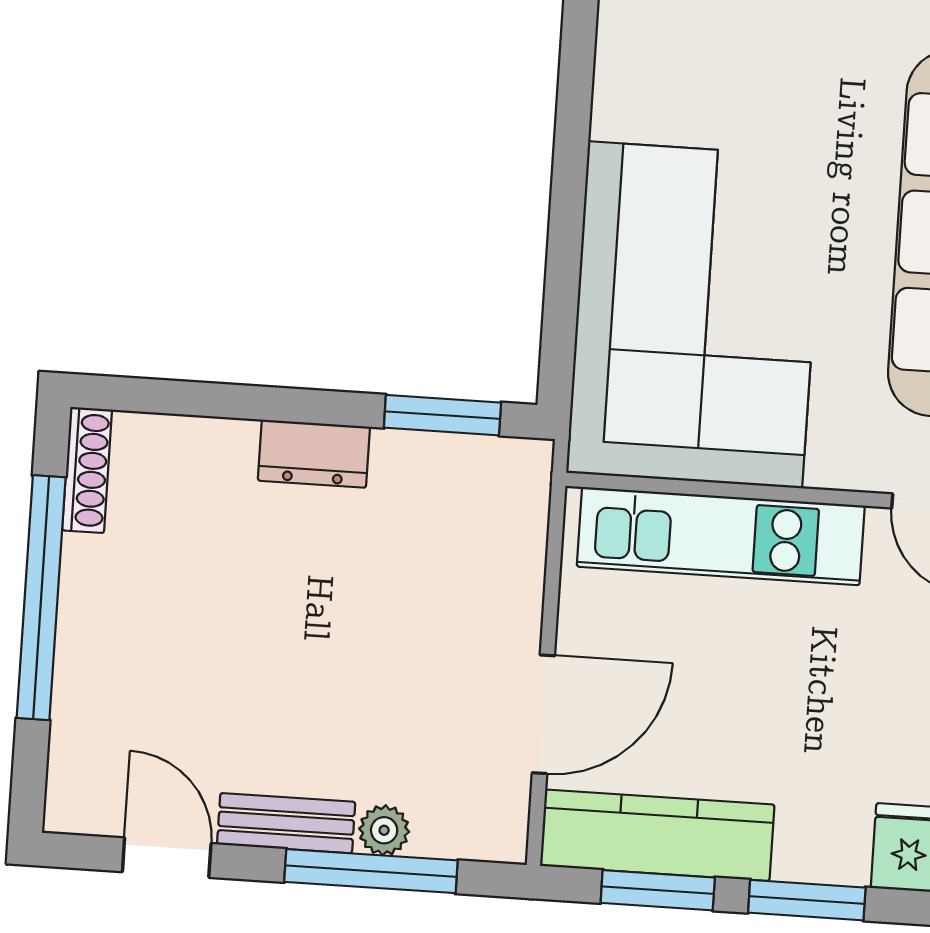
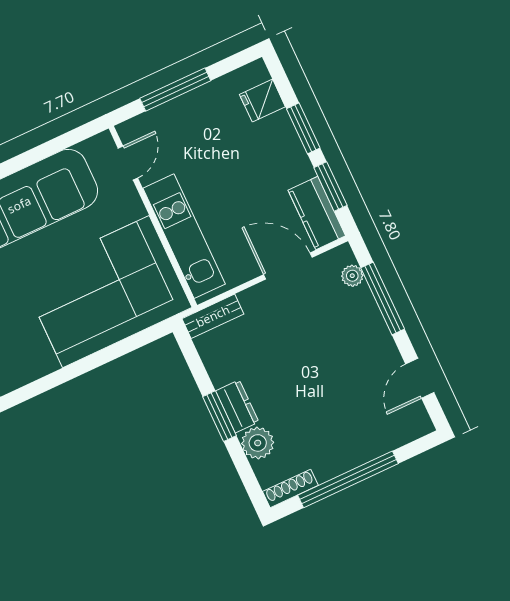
window: (442, 415) -> (220, 416), moved
plant: (216, 454) -> (258, 443), added
bench: (286, 823) -> (213, 316), moved, turned 90
plant: (384, 830) -> (352, 276), moved
kitchen counter: (657, 835) -> (317, 213), width x0.67

